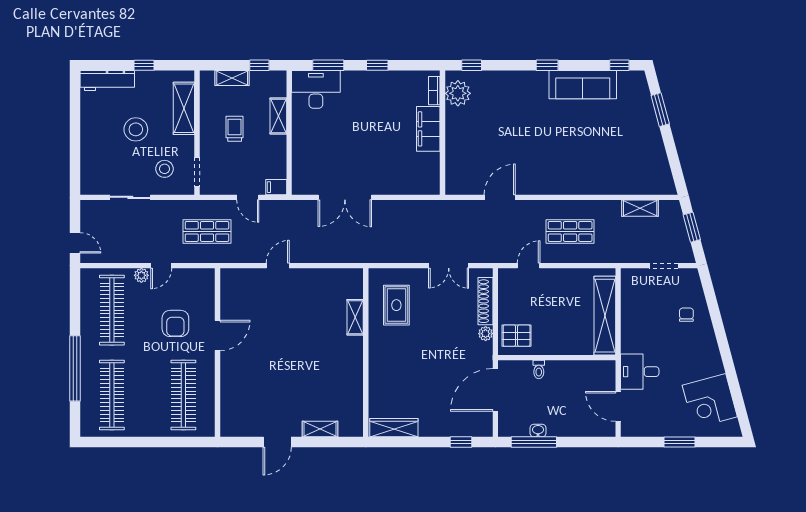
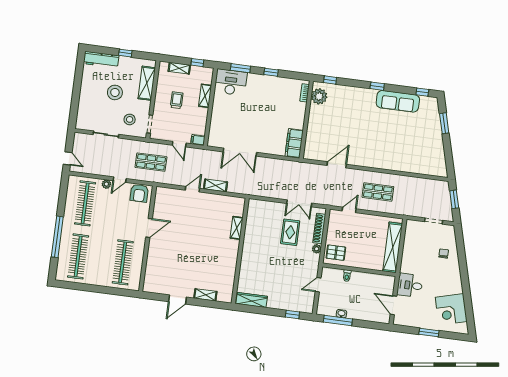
filing cabinet: (428, 129) -> (294, 143), moved
shelving: (640, 208) -> (216, 185), moved
rug: (396, 305) -> (290, 232), moved
armchair: (175, 323) -> (139, 193), moved
door: (495, 390) -> (318, 285), width x0.53

